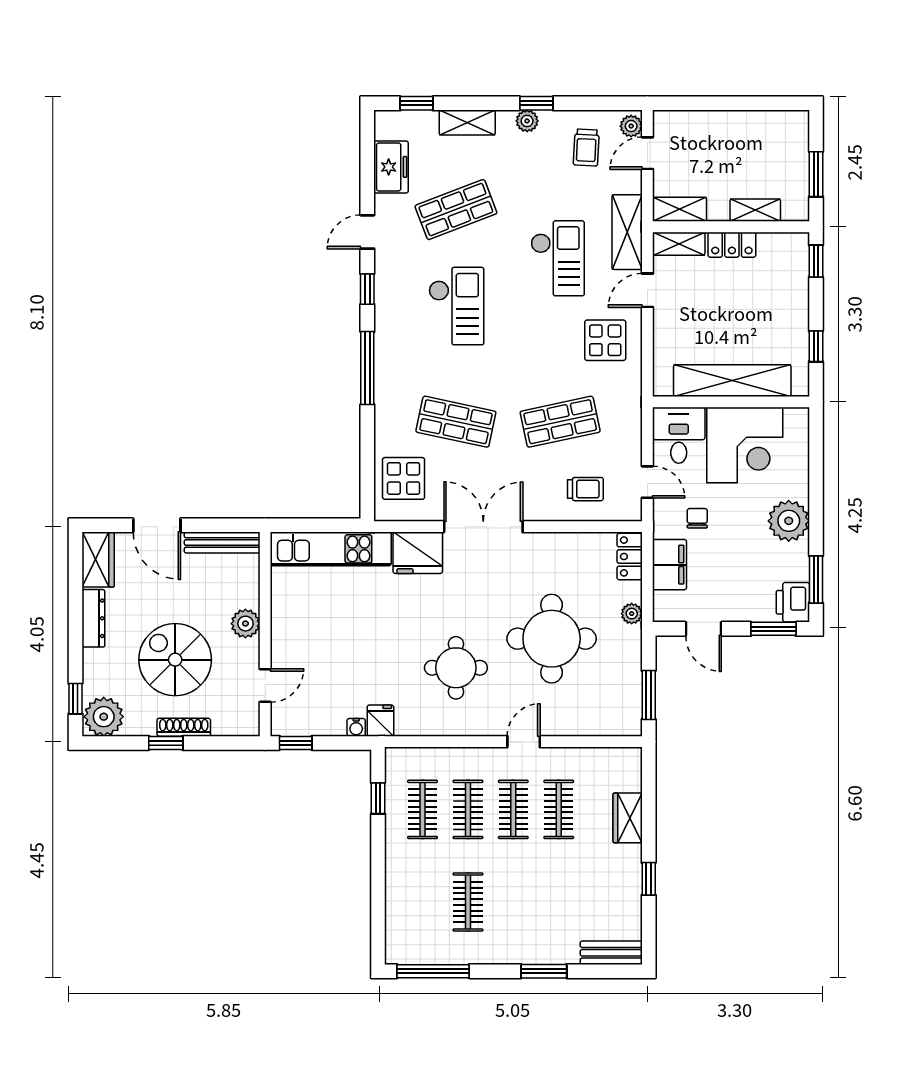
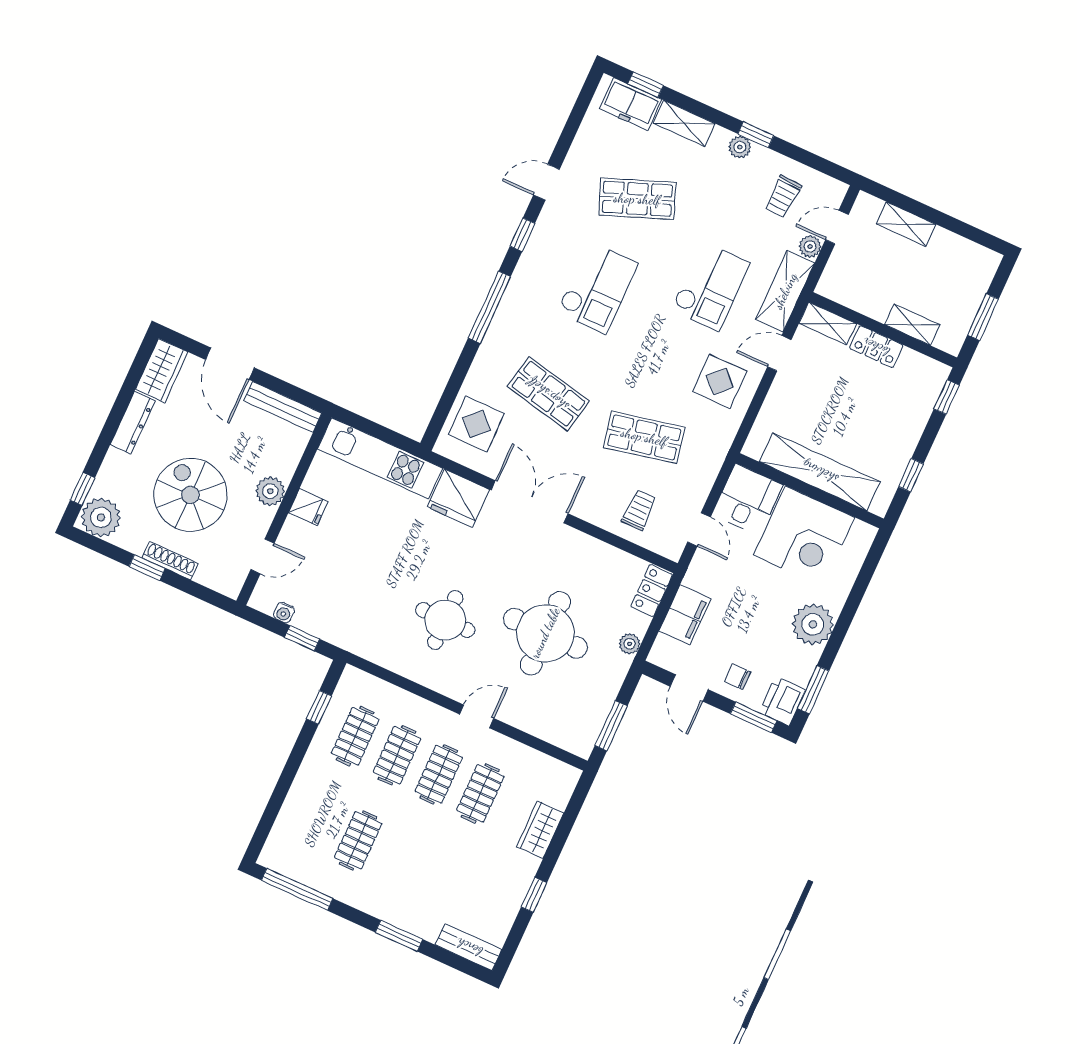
plant: (631, 126) -> (810, 246), moved
freezer: (391, 167) -> (631, 104), moved, turned 90
shelving: (680, 209) -> (906, 224), moved
trolley: (585, 489) -> (639, 510), turned -90
chair: (697, 518) -> (738, 677), moved, turned -90
fridge: (380, 721) -> (308, 507), moved, turned 90
water cooler: (356, 727) -> (284, 613), moved
window: (296, 743) -> (302, 638), moved

